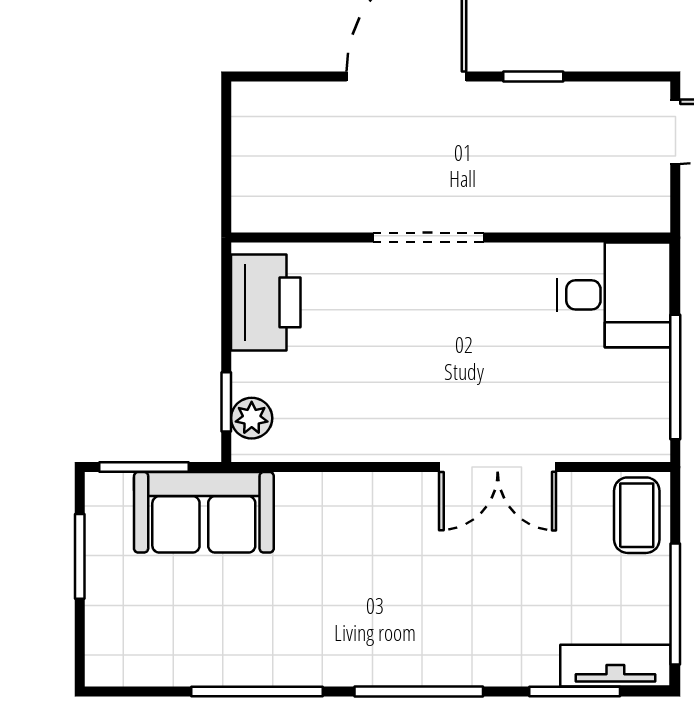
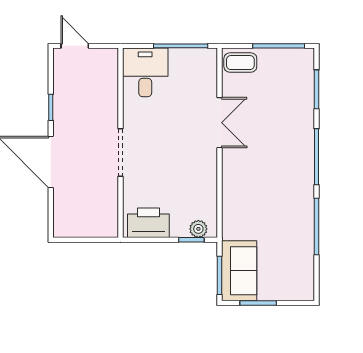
sofa: (204, 512) -> (239, 271), moved
tv unit: (615, 666) -> (305, 72), removed

